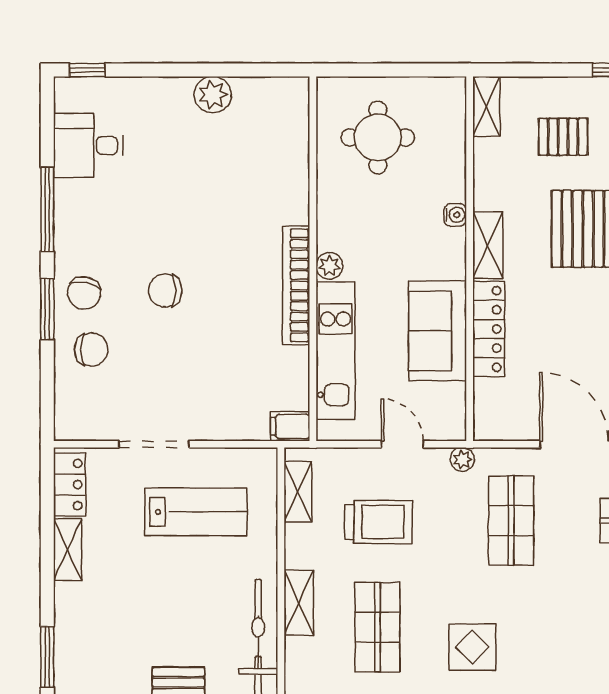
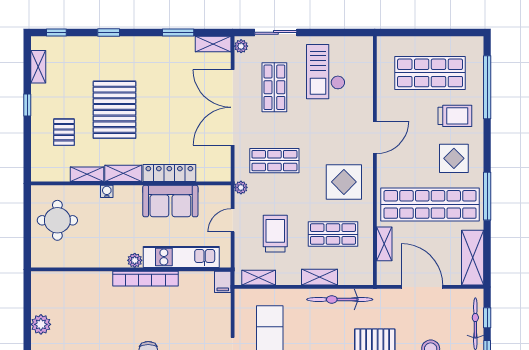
shelving: (486, 106) -> (87, 174), moved
round table: (378, 137) -> (57, 220), moved
display table: (472, 647) -> (344, 182), width x1.36, depth x1.36

